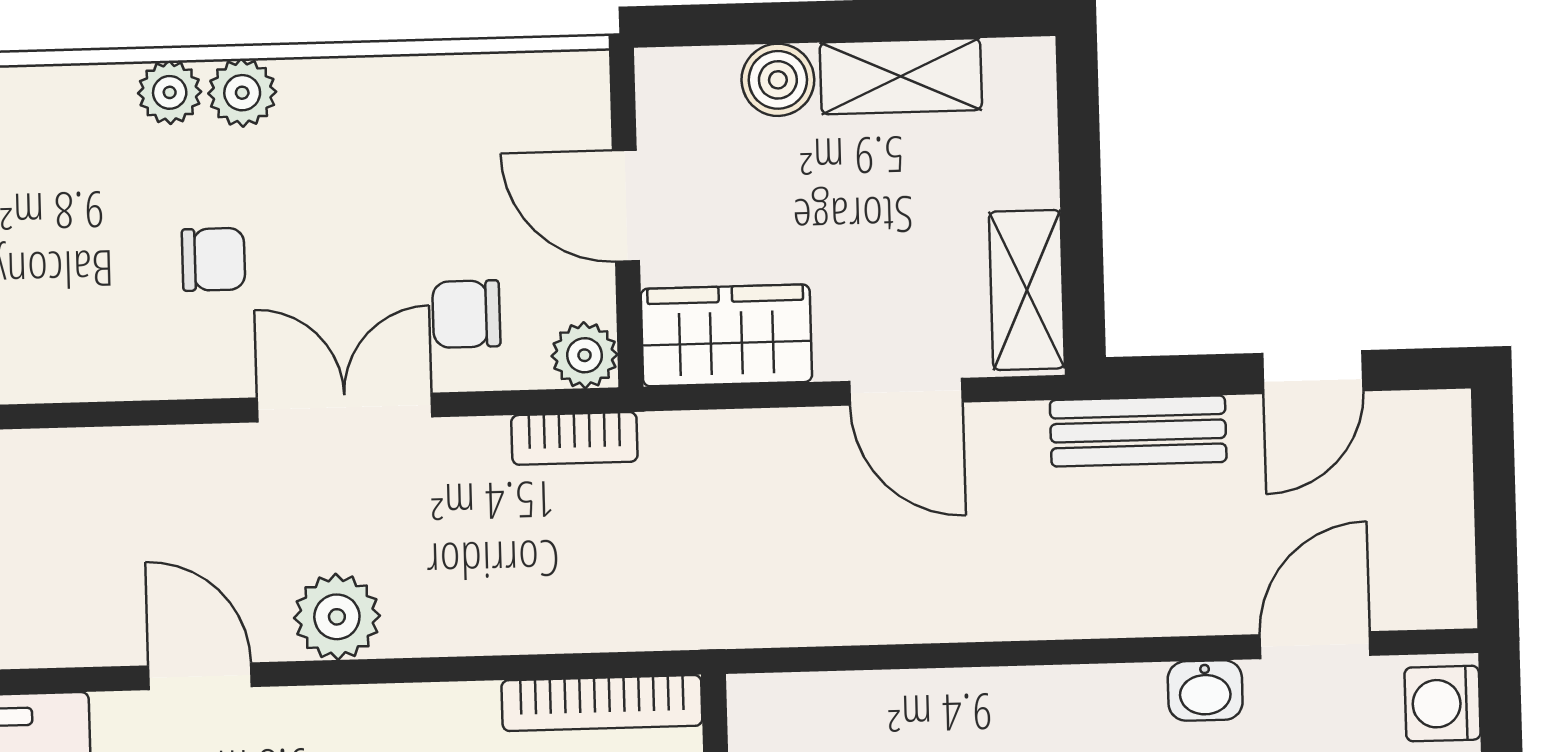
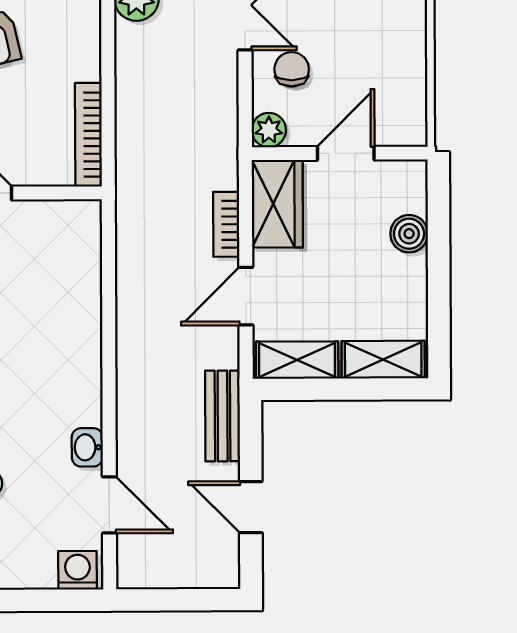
shelving: (901, 76) -> (383, 360), moved, turned 90
bookcase: (574, 438) -> (226, 224), moved

